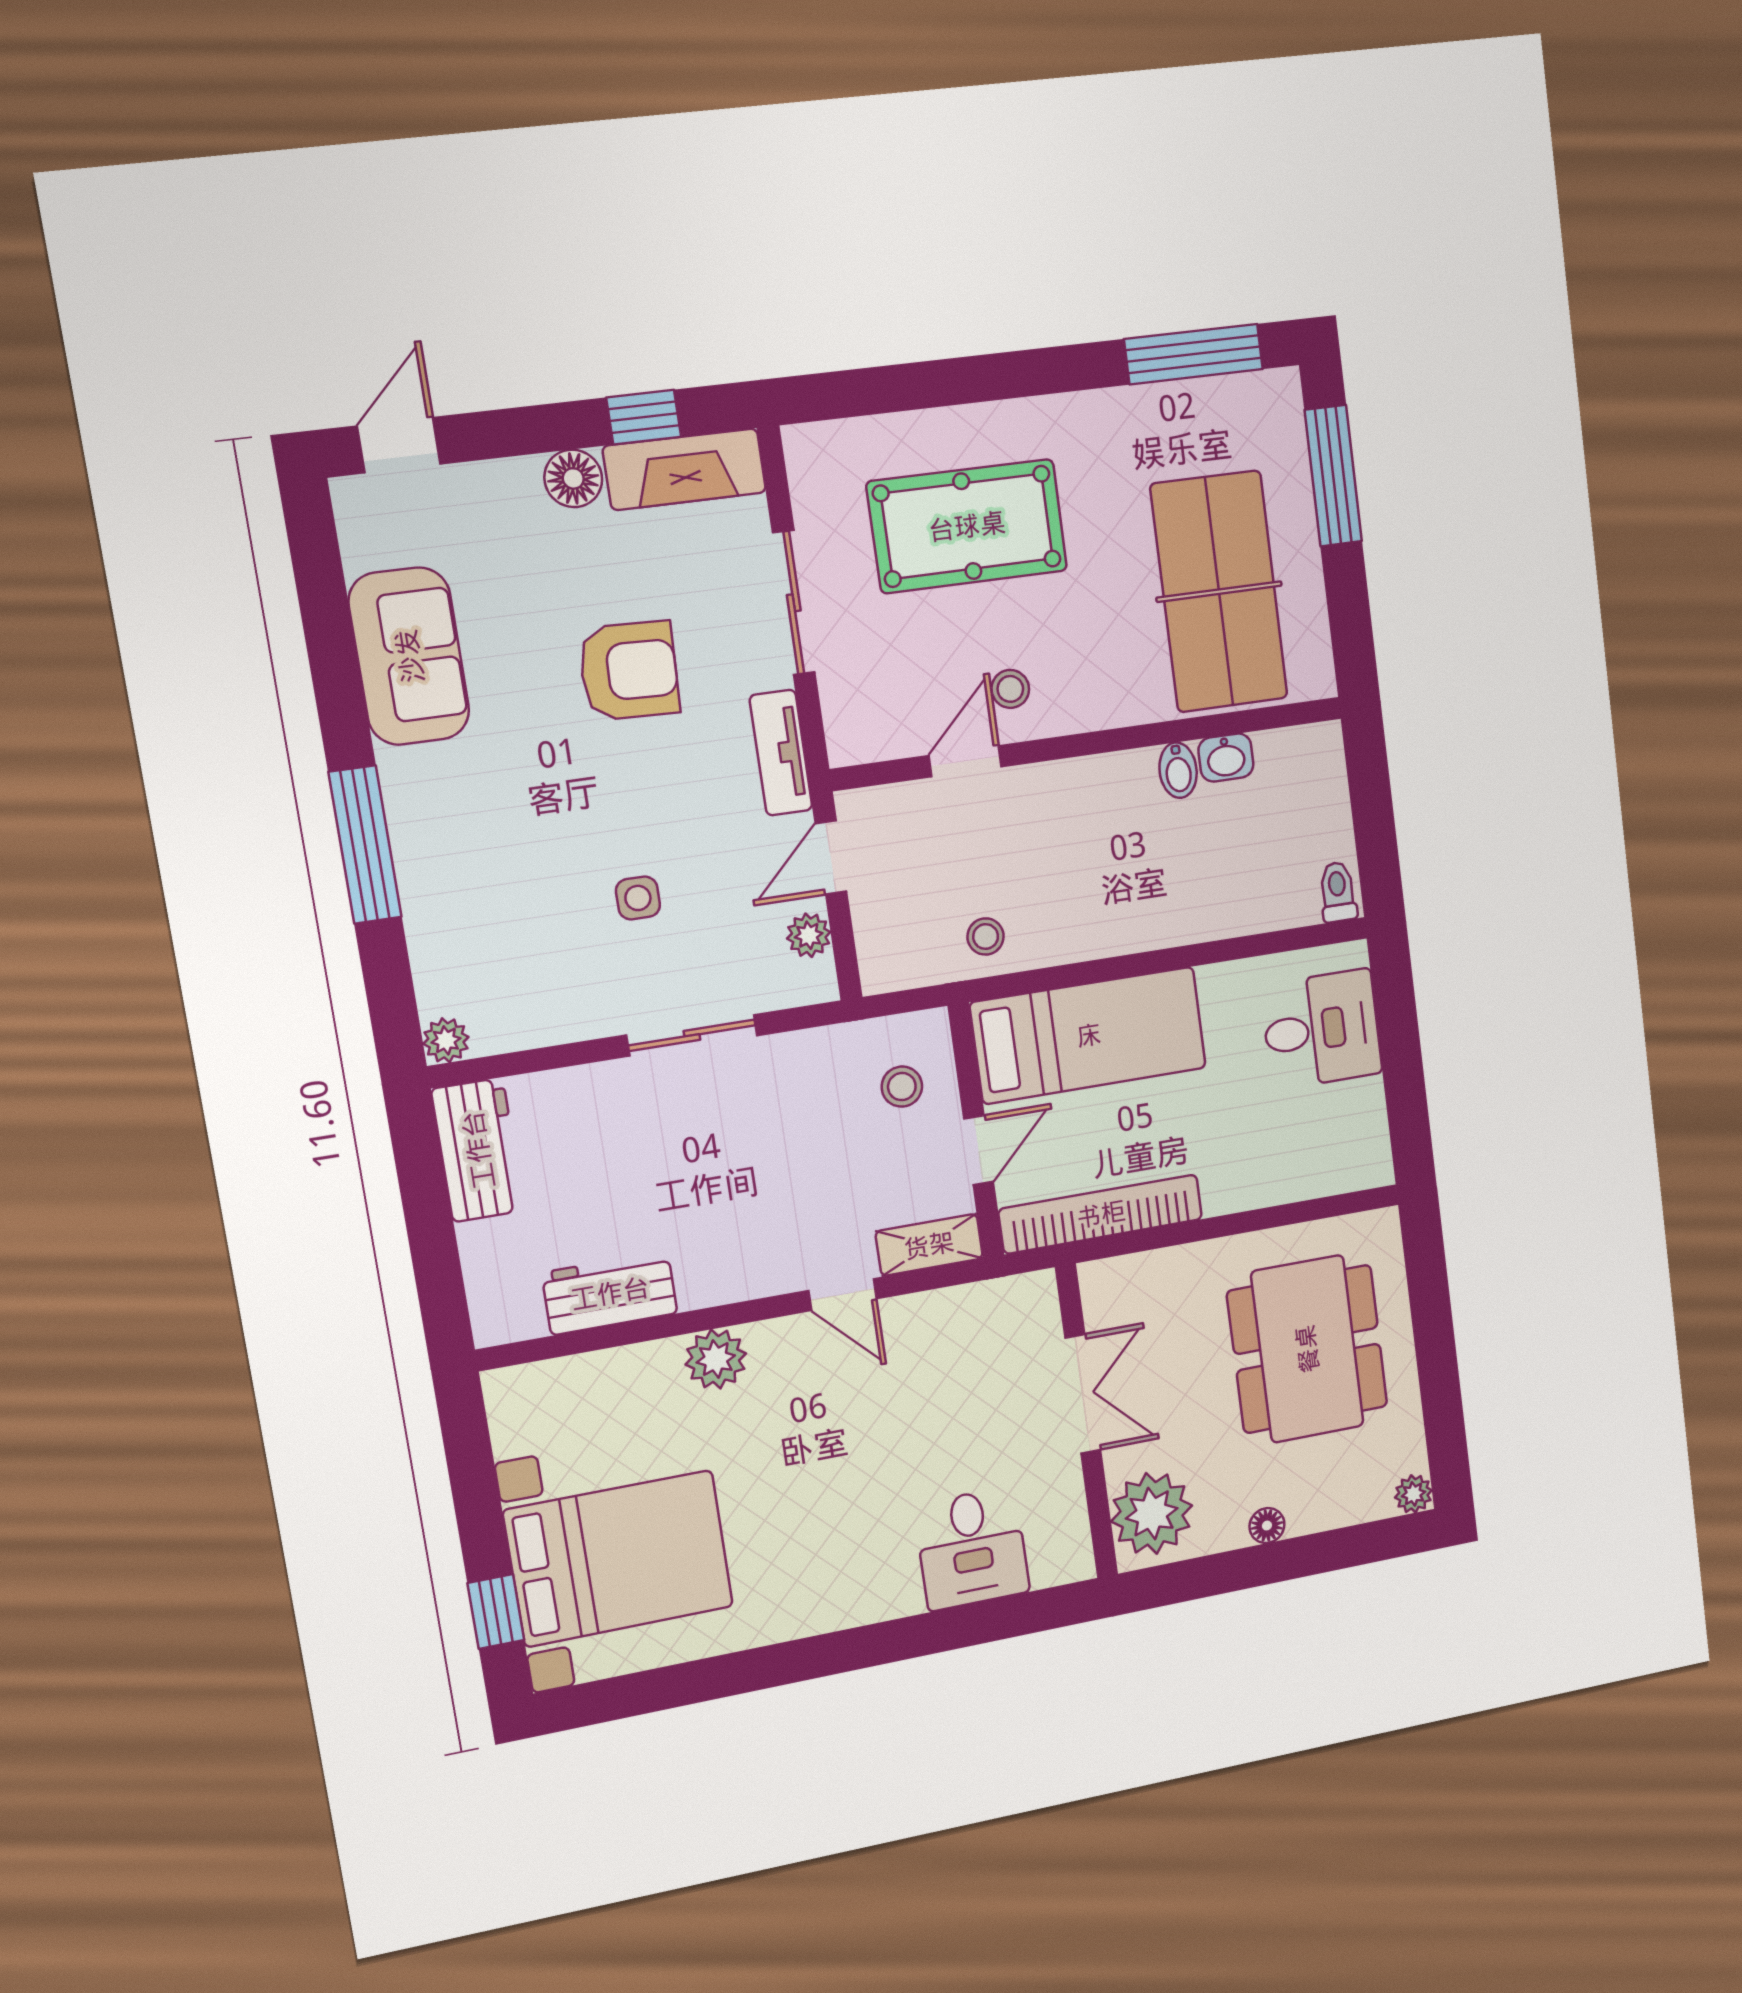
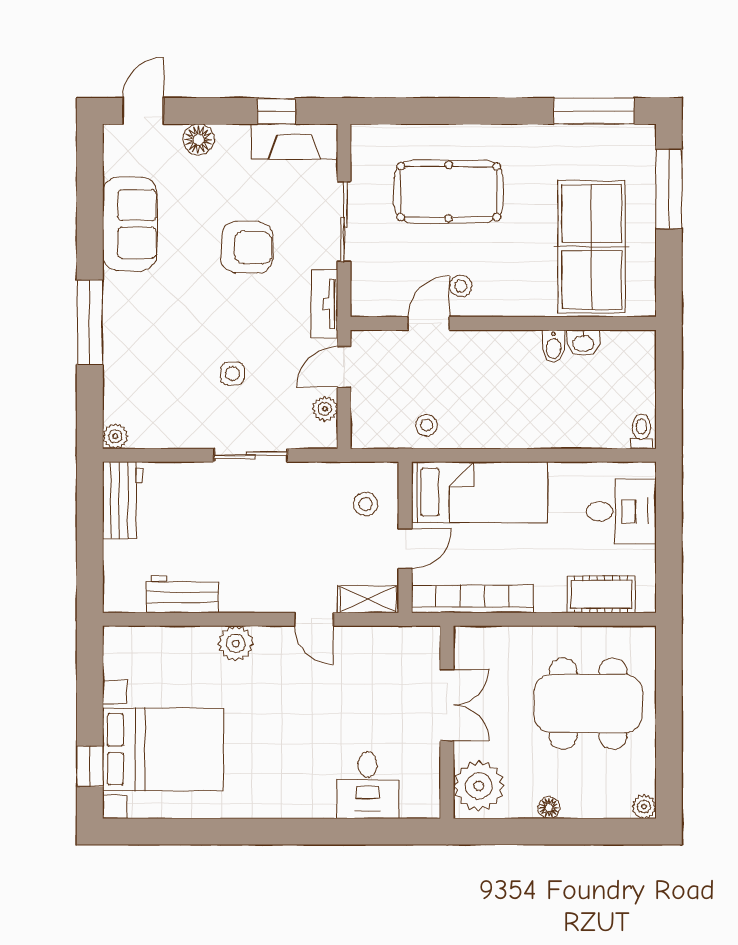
floor lamp: (573, 478) -> (199, 139), moved
cot: (1306, 1170) -> (601, 594), added
dining table: (1307, 1349) -> (588, 704), turned 90

